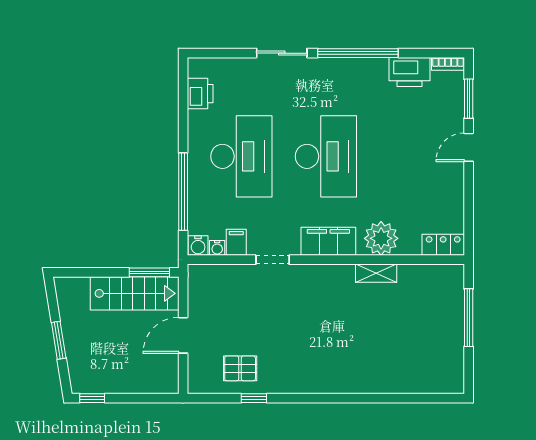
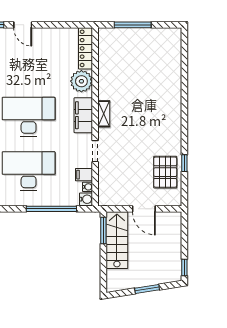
locker: (443, 245) -> (86, 48), width x1.53
shelving: (376, 273) -> (104, 114), moved
pallet: (240, 368) -> (165, 172), width x1.50, depth x1.42

